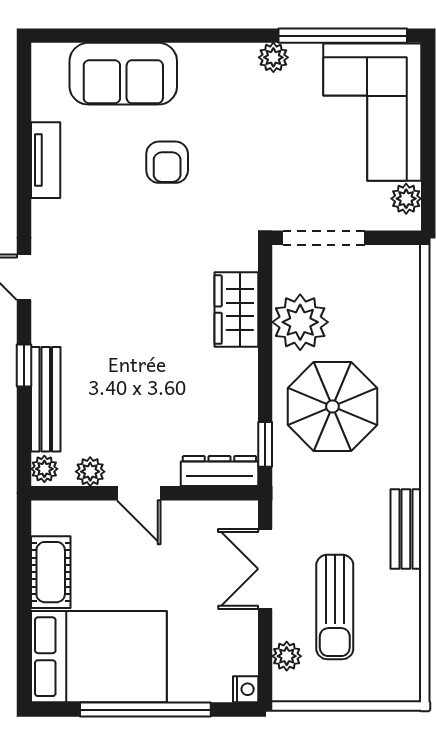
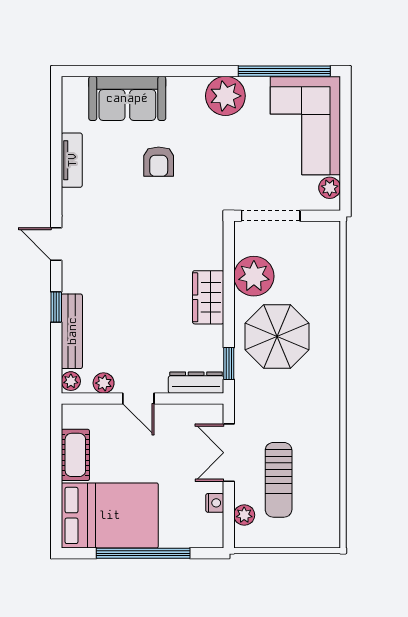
plant: (273, 57) -> (225, 96), width x1.88, depth x1.88
wardrobe: (236, 310) -> (208, 297), moved
bench: (406, 529) -> (330, 424), removed
nightstand: (246, 689) -> (215, 503), moved

